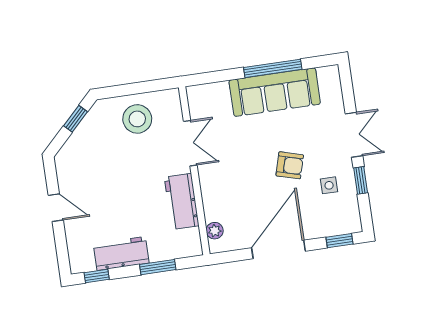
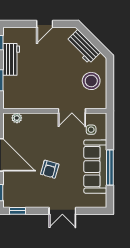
window: (76, 119) -> (97, 44), removed
window: (361, 180) -> (17, 211), moved
side table: (329, 185) -> (91, 130), moved
workbench: (182, 201) -> (83, 47), moved, turned -135

